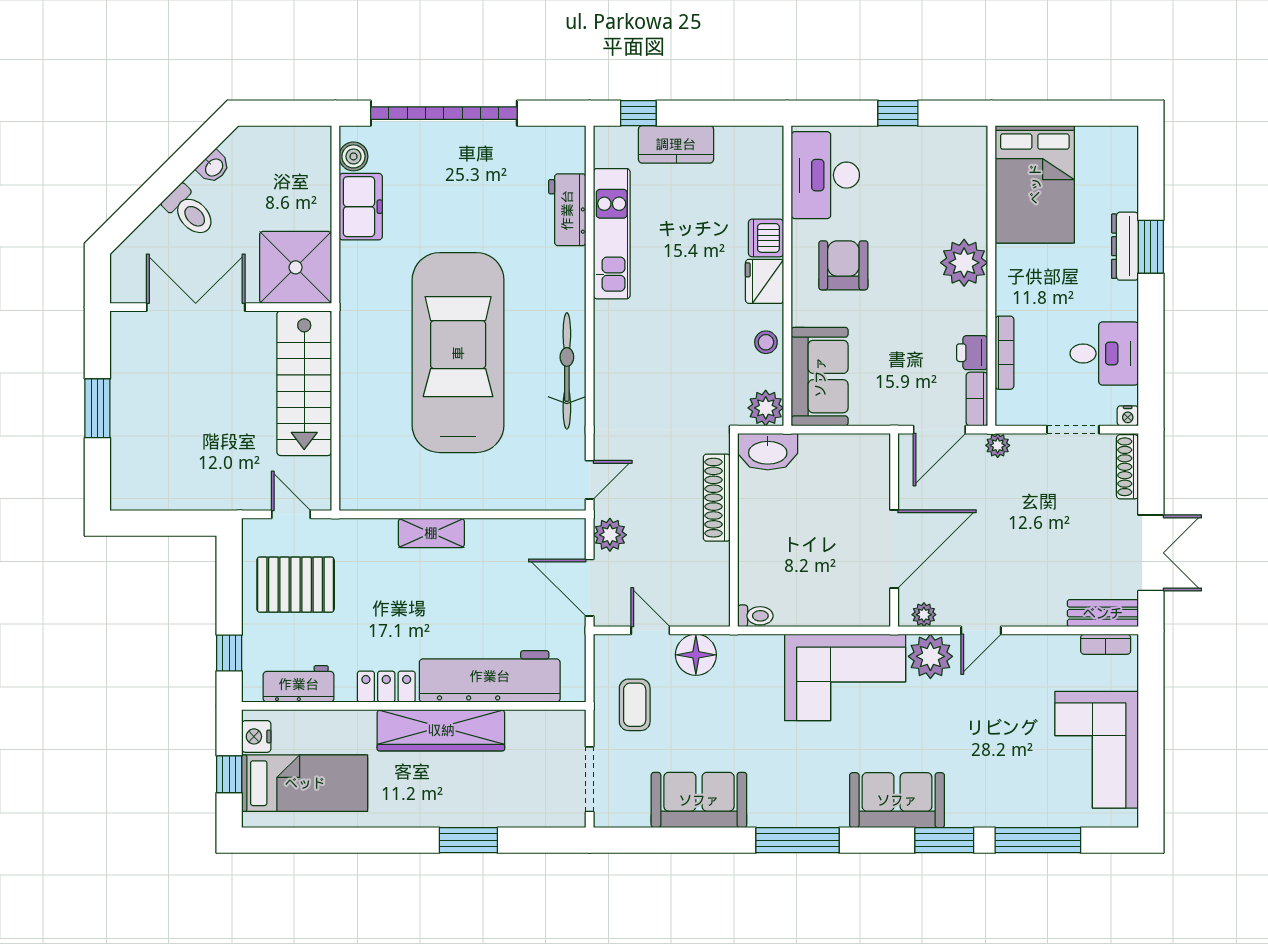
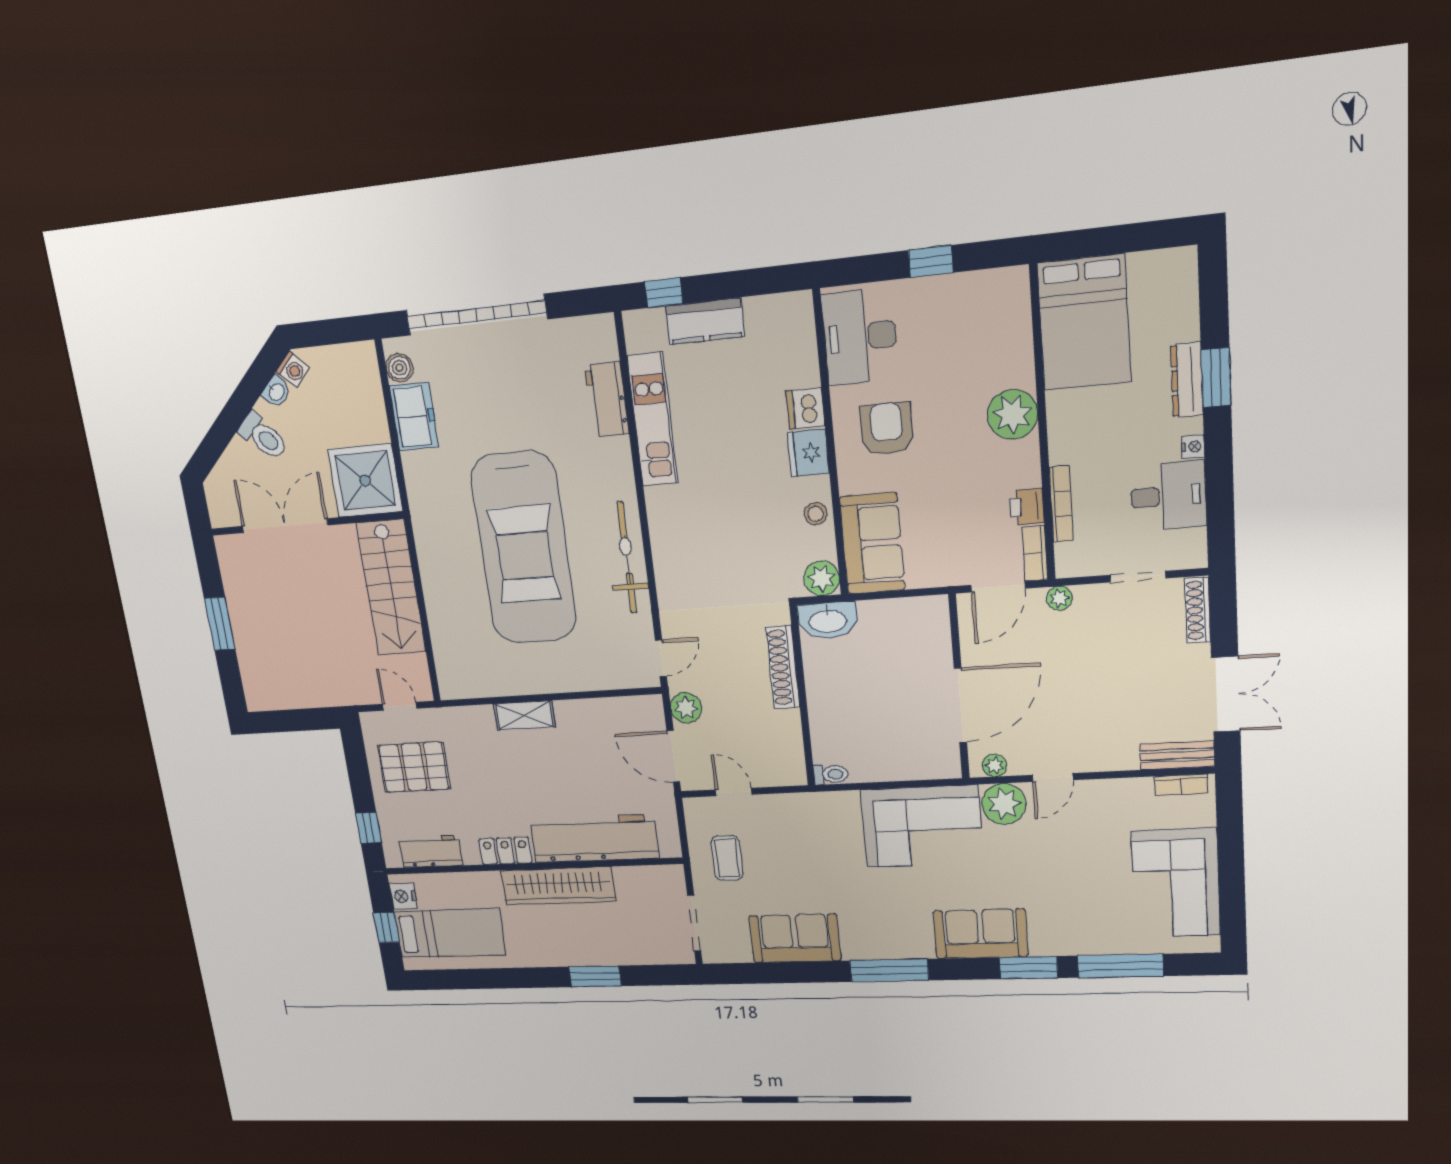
washing machine: (236, 146) -> (293, 369), added
car: (458, 353) -> (524, 548), turned 180
nightstand: (1128, 416) -> (1193, 447), moved, turned -90
floor lamp: (696, 655) -> (778, 812), removed

